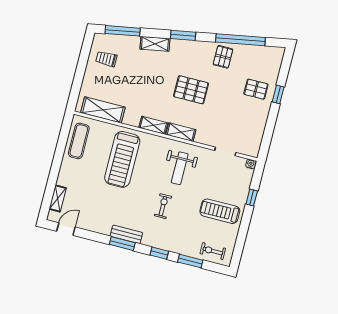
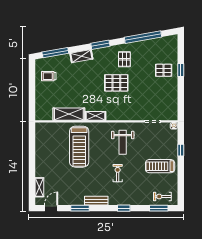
pallet: (223, 57) -> (124, 59), moved
shelving: (103, 110) -> (69, 114), moved
shelving: (181, 132) -> (117, 116), removed
exercise mat: (79, 141) -> (44, 141), removed
window: (122, 244) -> (80, 208), moved
window: (190, 261) -> (159, 208), moved

